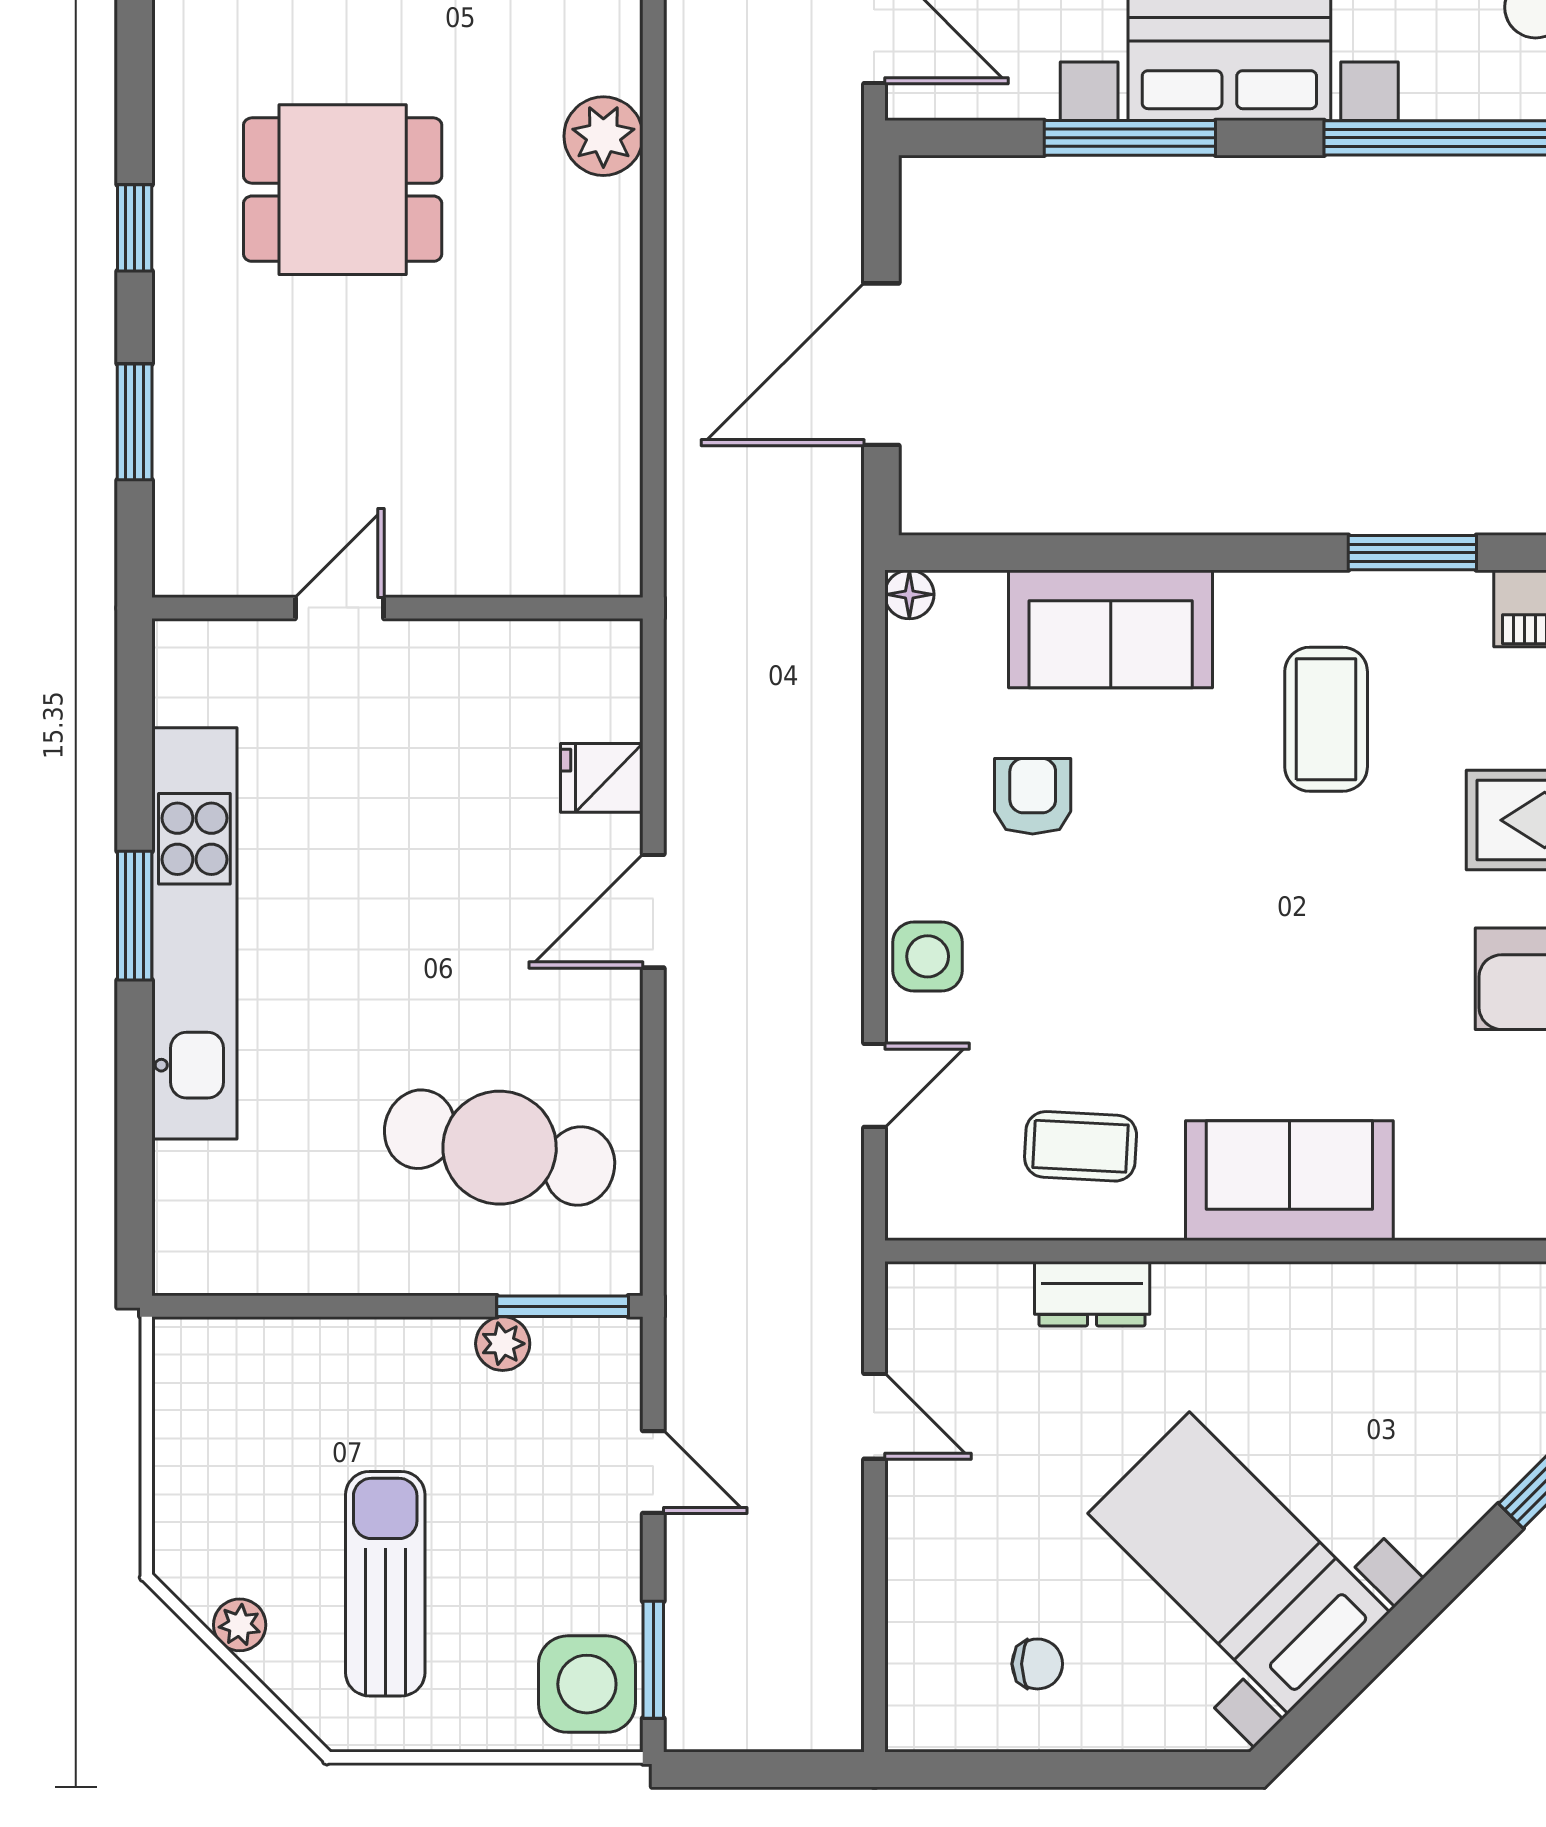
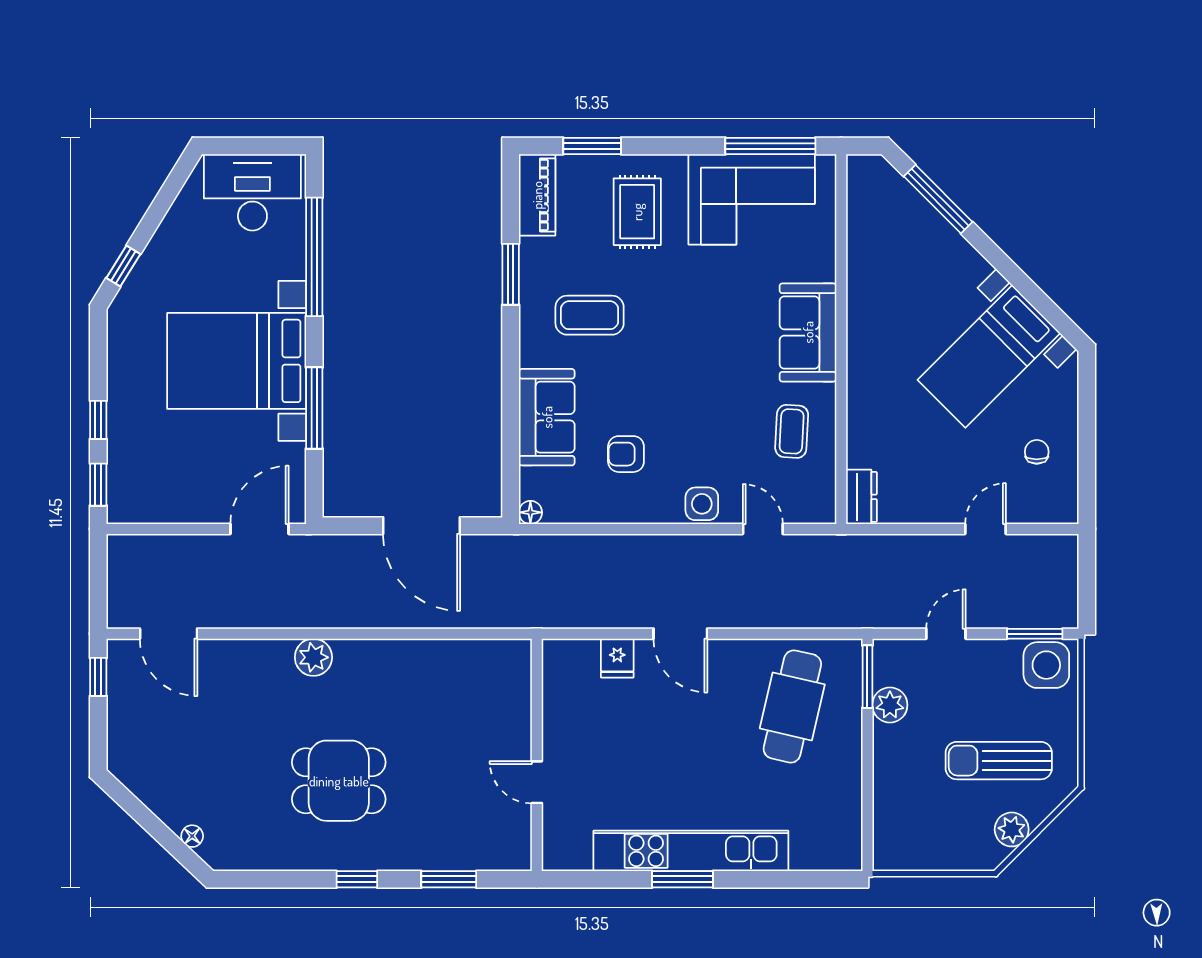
dining table: (343, 190) -> (339, 781), turned 90
dresser: (1092, 1294) -> (861, 497), moved
plant: (503, 1344) -> (890, 705), width x1.38, depth x1.38
door: (874, 1416) -> (985, 529), moved
plant: (240, 1625) -> (1012, 829), width x1.38, depth x1.38

